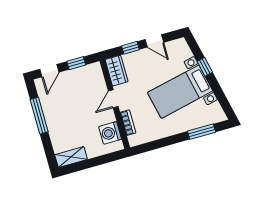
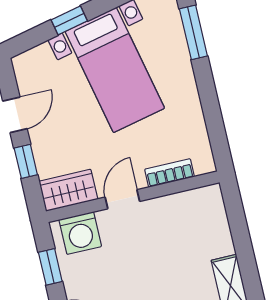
door: (113, 99) -> (122, 199), swing flipped
washing machine: (110, 133) -> (80, 233), moved

